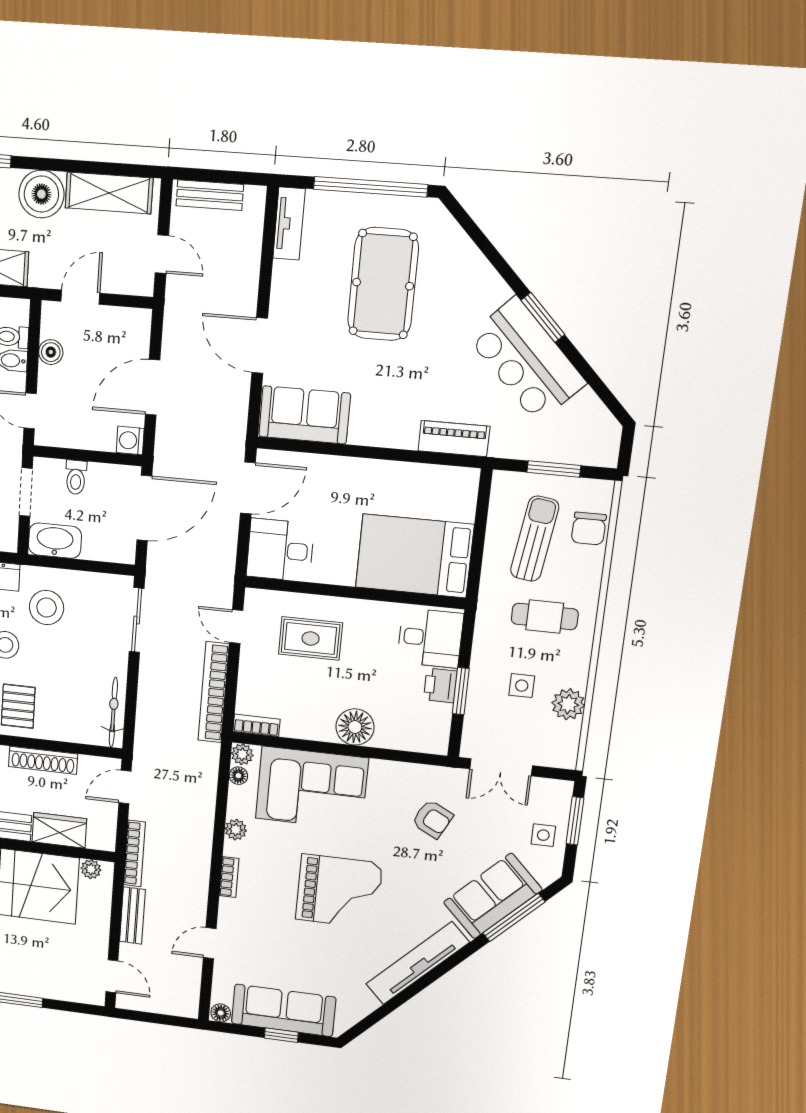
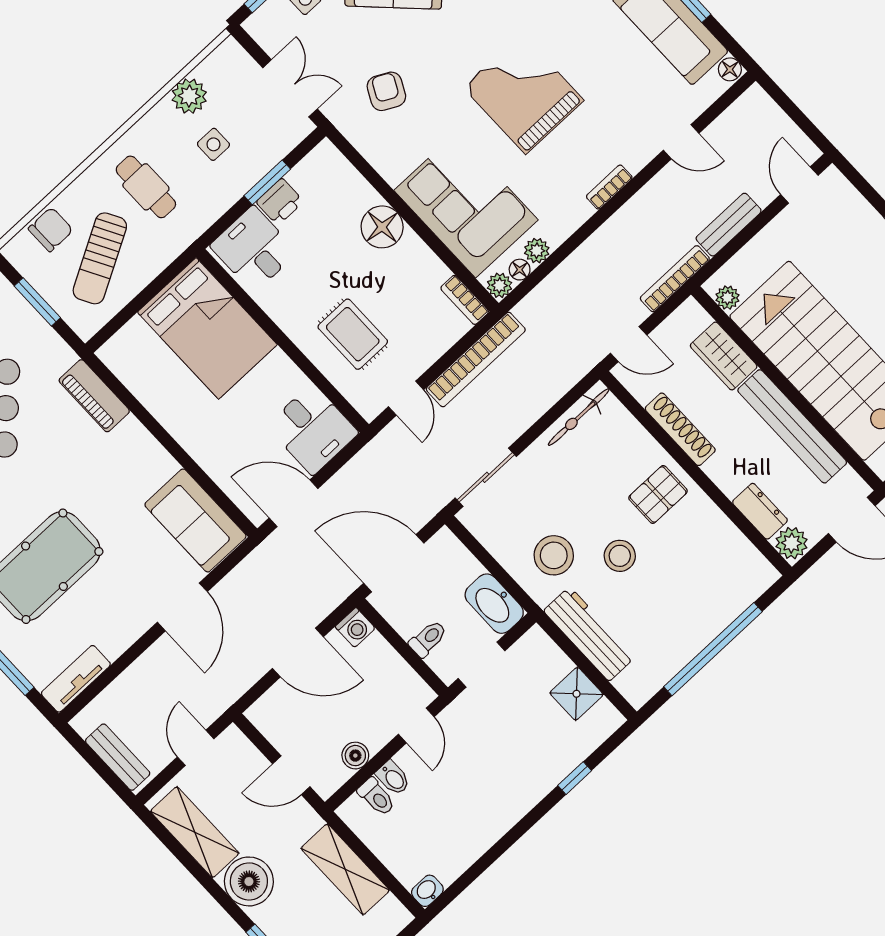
sun lounger: (535, 539) -> (100, 258), turned -37
plant: (236, 830) -> (537, 251), moved

